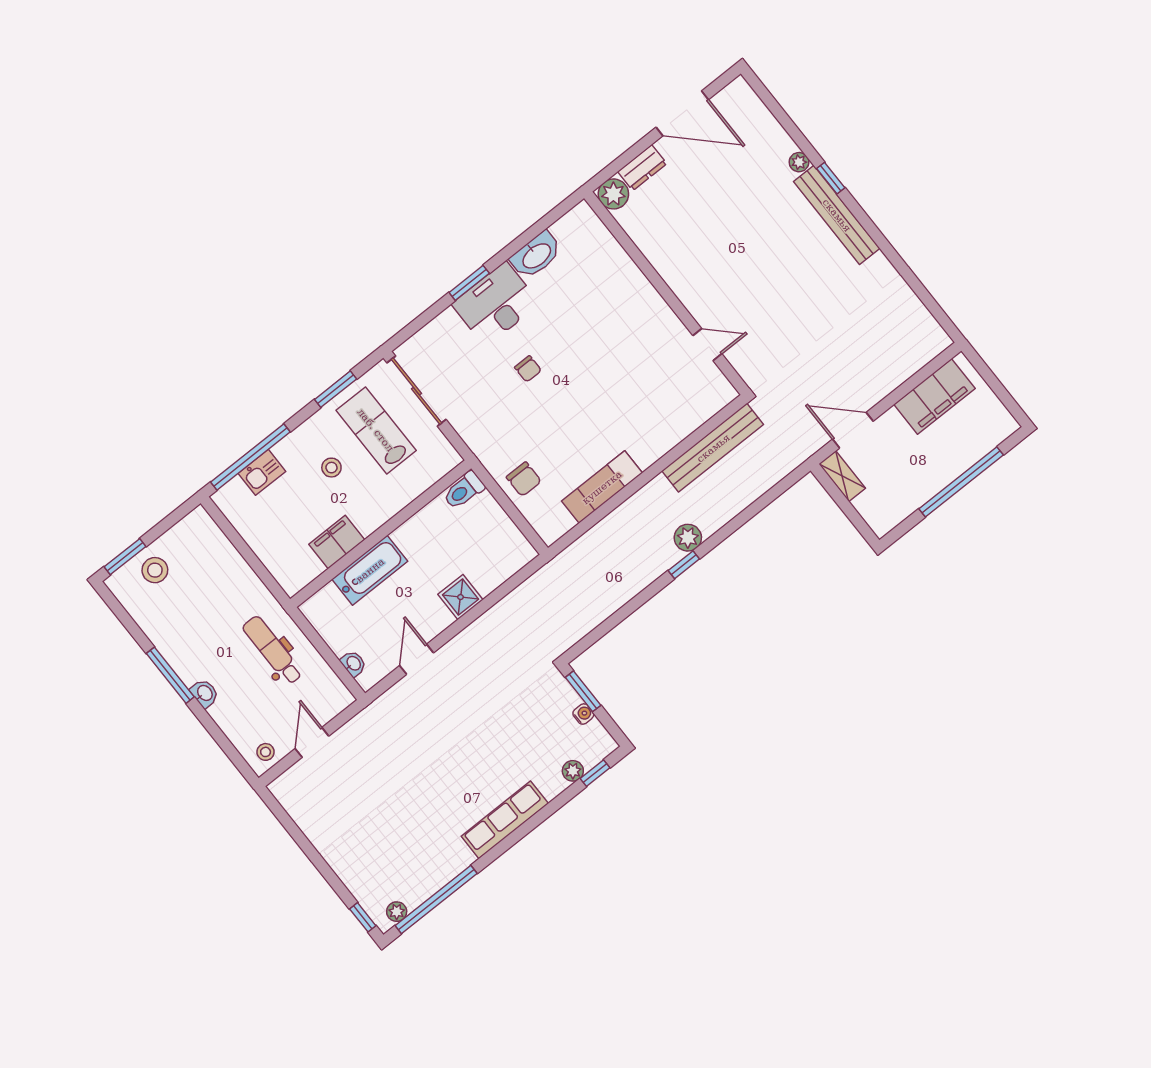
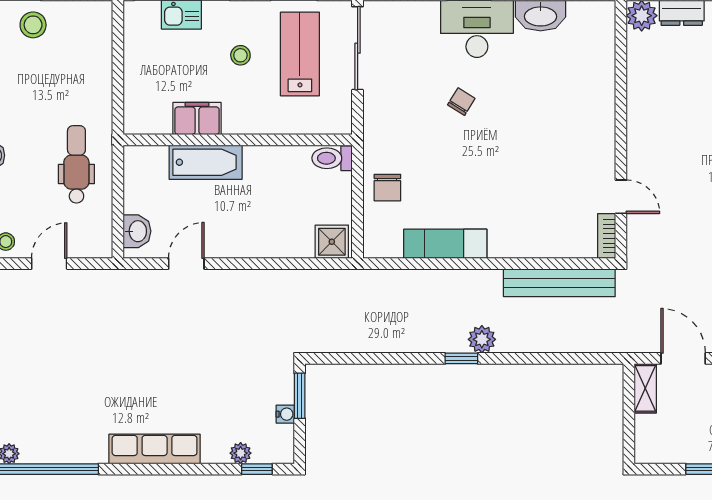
chair: (528, 369) -> (461, 102), turned -148
bookcase: (720, 383) -> (607, 236), added
shower: (460, 597) -> (332, 242), moved
washbasin: (353, 664) -> (137, 231), width x1.38, depth x1.45

